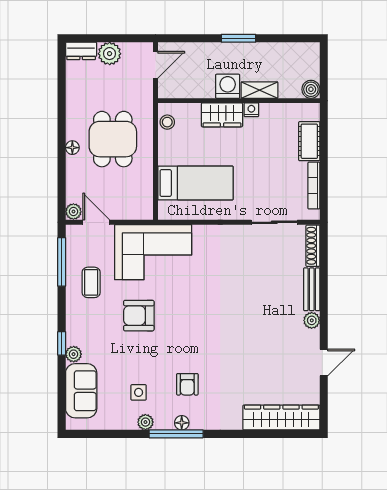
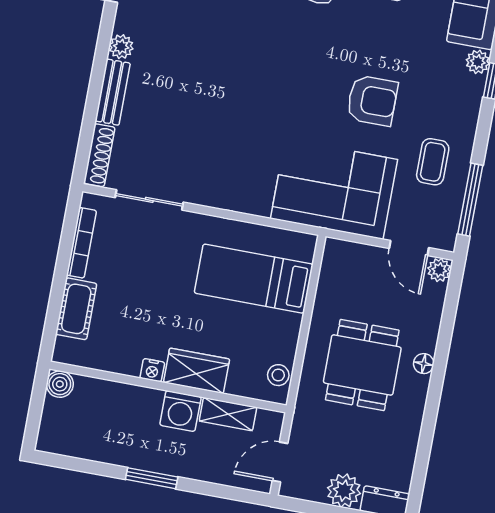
shelving: (260, 90) -> (228, 414), moved

